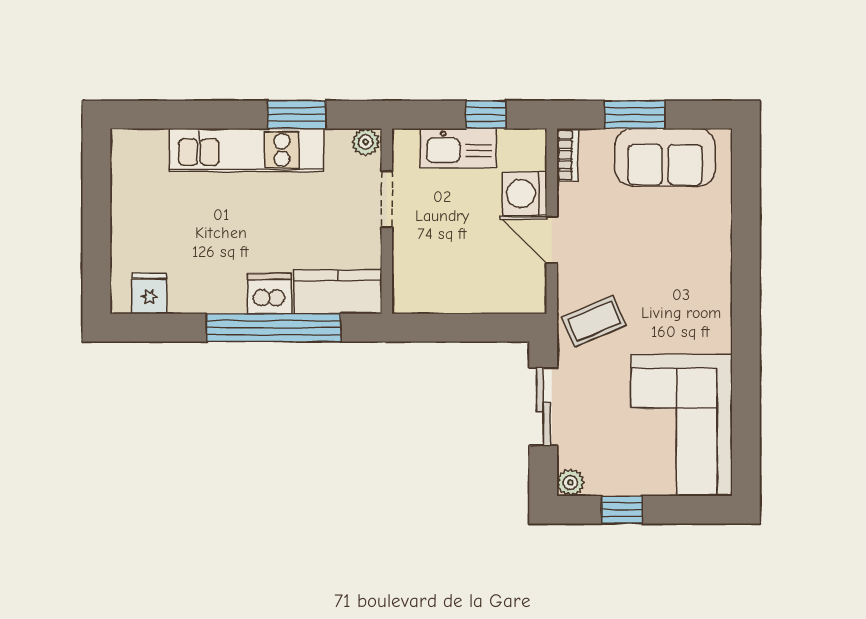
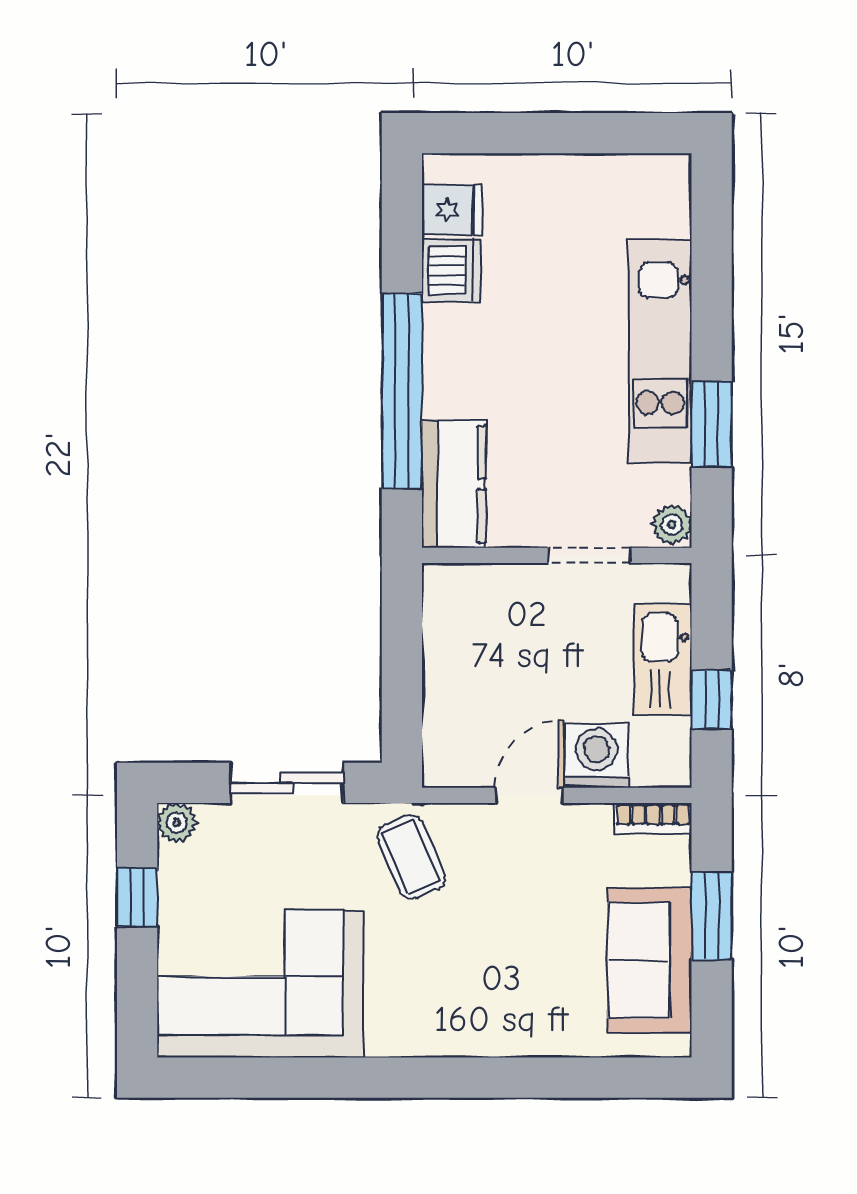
dishwasher: (269, 294) -> (451, 270), moved

